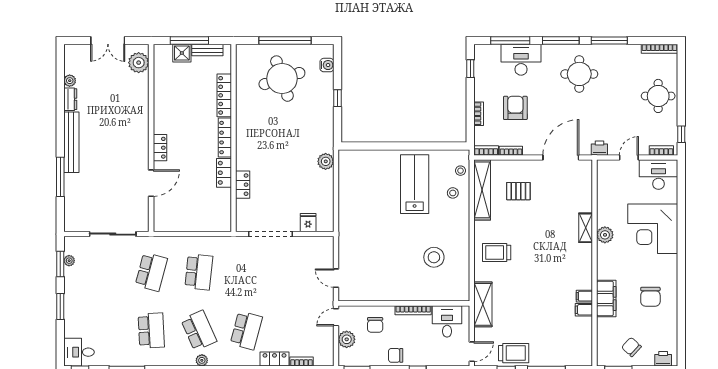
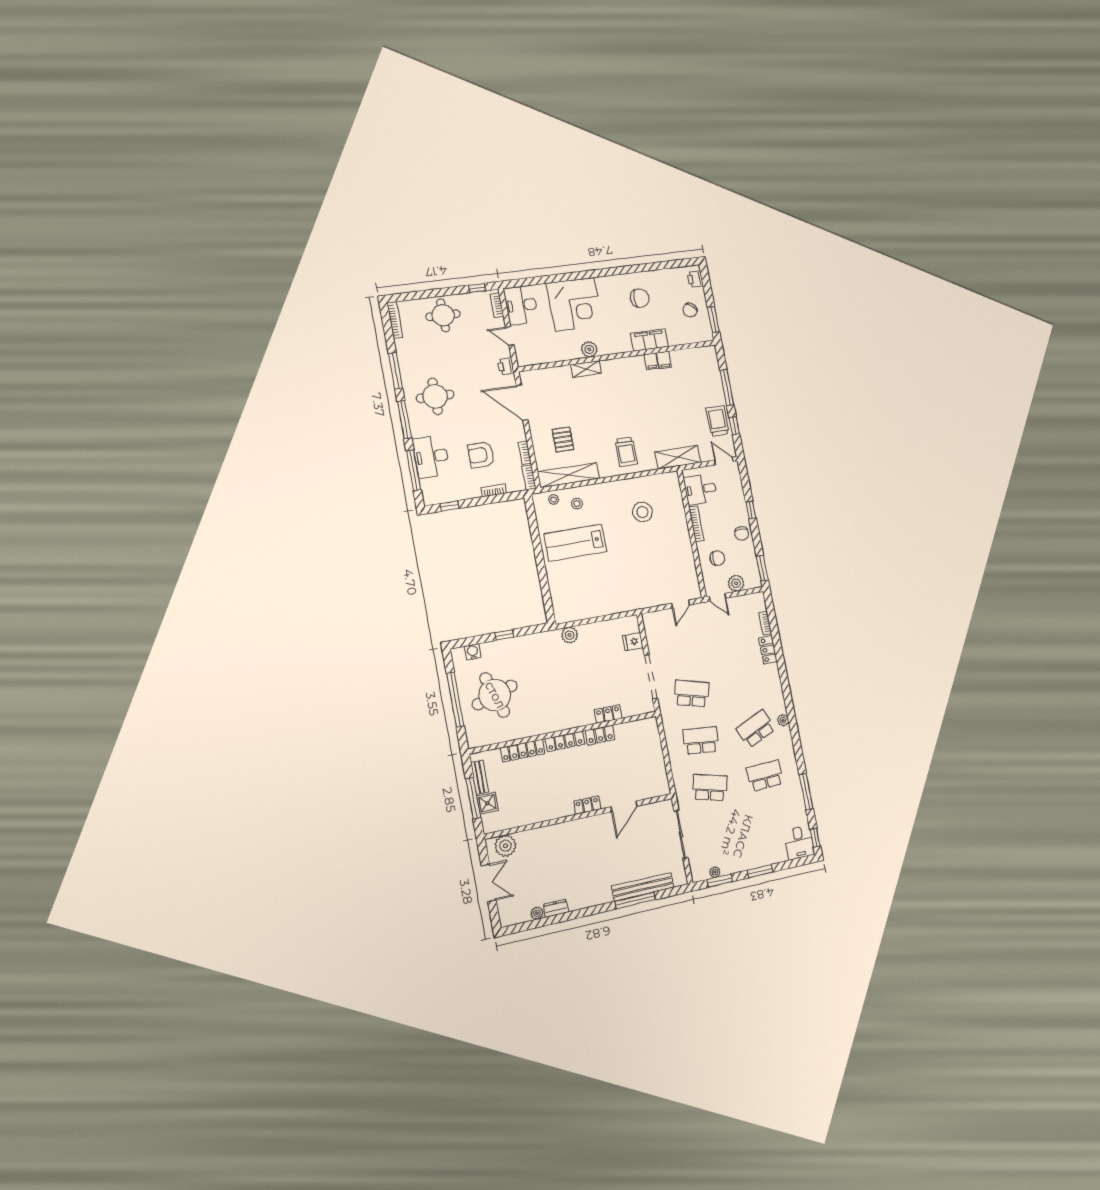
bench: (71, 142) -> (643, 887), moved
door: (151, 183) -> (624, 806), swing flipped
school desk: (246, 330) -> (692, 693), moved

